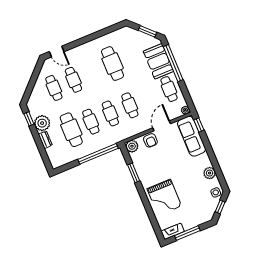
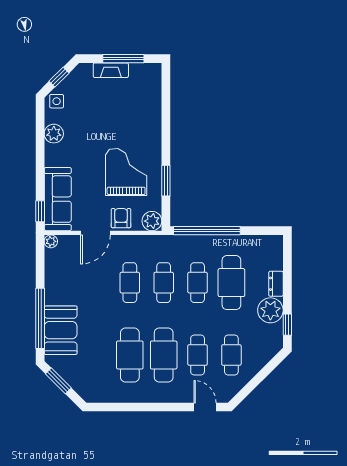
cafe table: (169, 89) -> (164, 355), moved, width x1.37, depth x1.35
grand piano: (164, 197) -> (126, 172), moved
fireplace: (173, 231) -> (111, 70), moved

